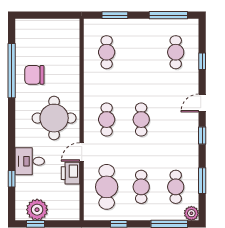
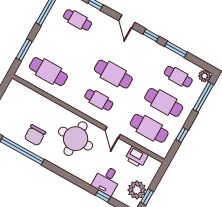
cafe table: (107, 52) -> (48, 72), width x1.37, depth x1.35
cafe table: (141, 120) -> (113, 74), width x1.37, depth x1.35
desk: (30, 161) -> (107, 180), moved
printer: (70, 173) -> (137, 157), moved
window: (202, 181) -> (176, 49), moved
cafe table: (141, 187) -> (164, 102), width x1.37, depth x1.35

